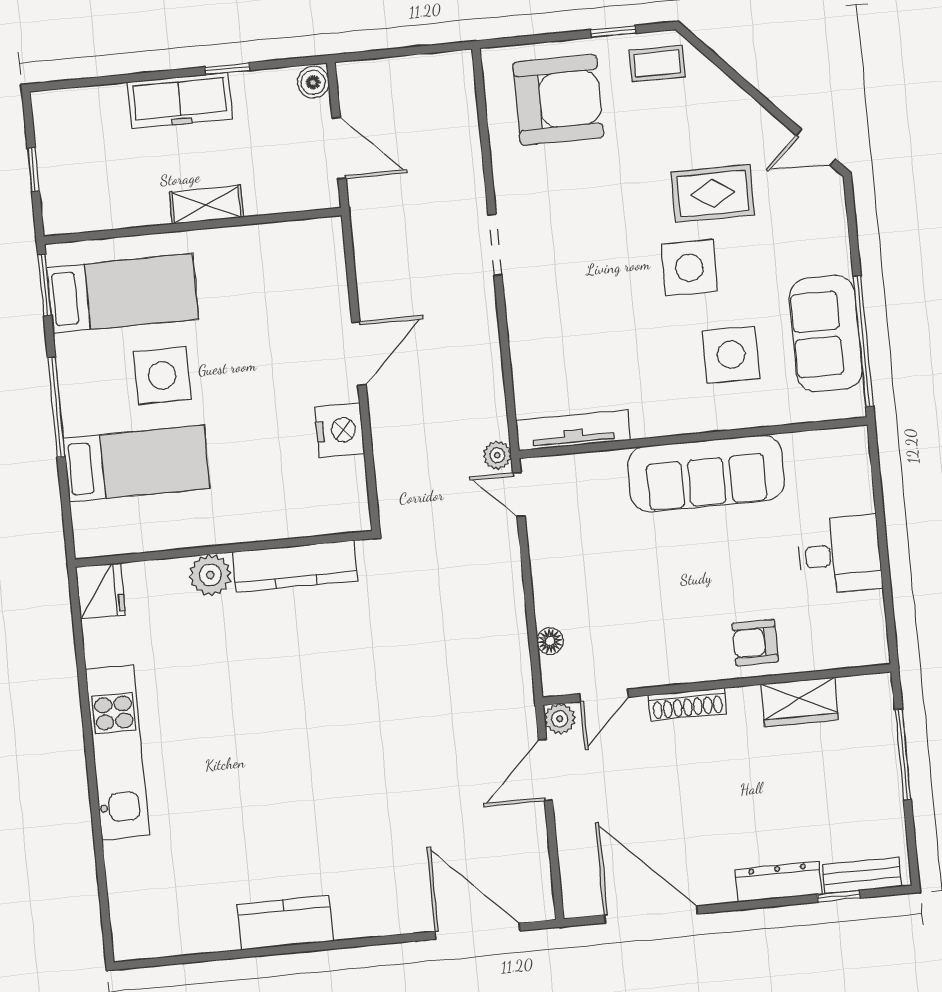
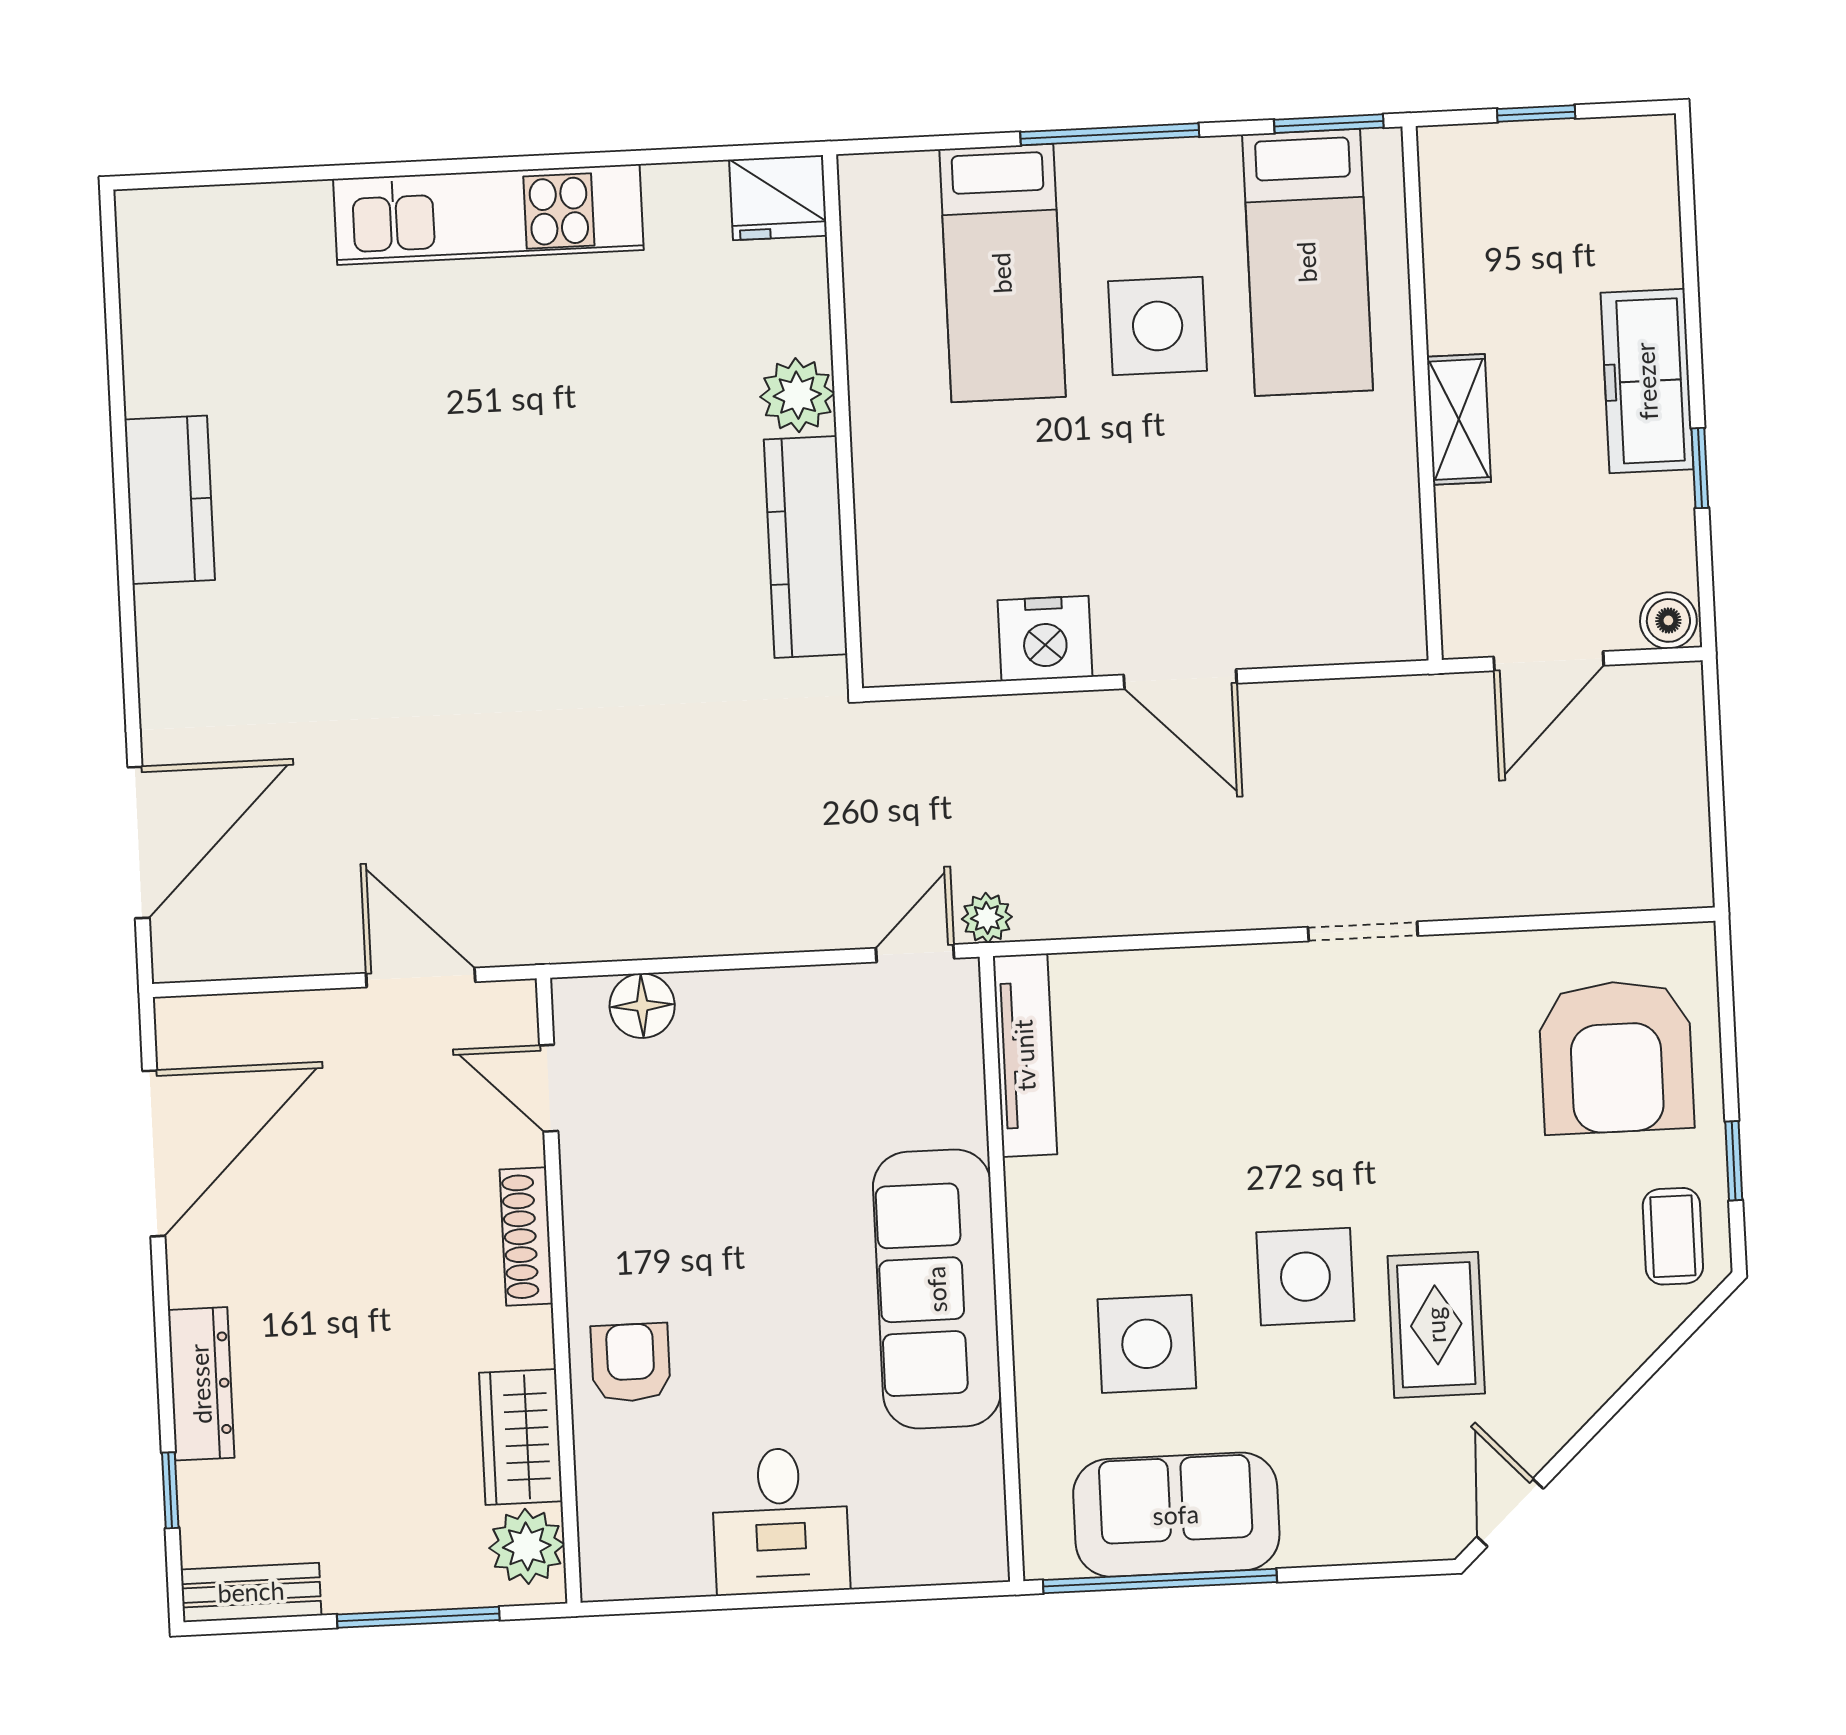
floor lamp: (550, 641) -> (642, 1006), width x1.37, depth x1.37
plant: (560, 719) -> (527, 1546), moved, width x1.38, depth x1.38
bench: (862, 876) -> (251, 1592), moved, turned 90

